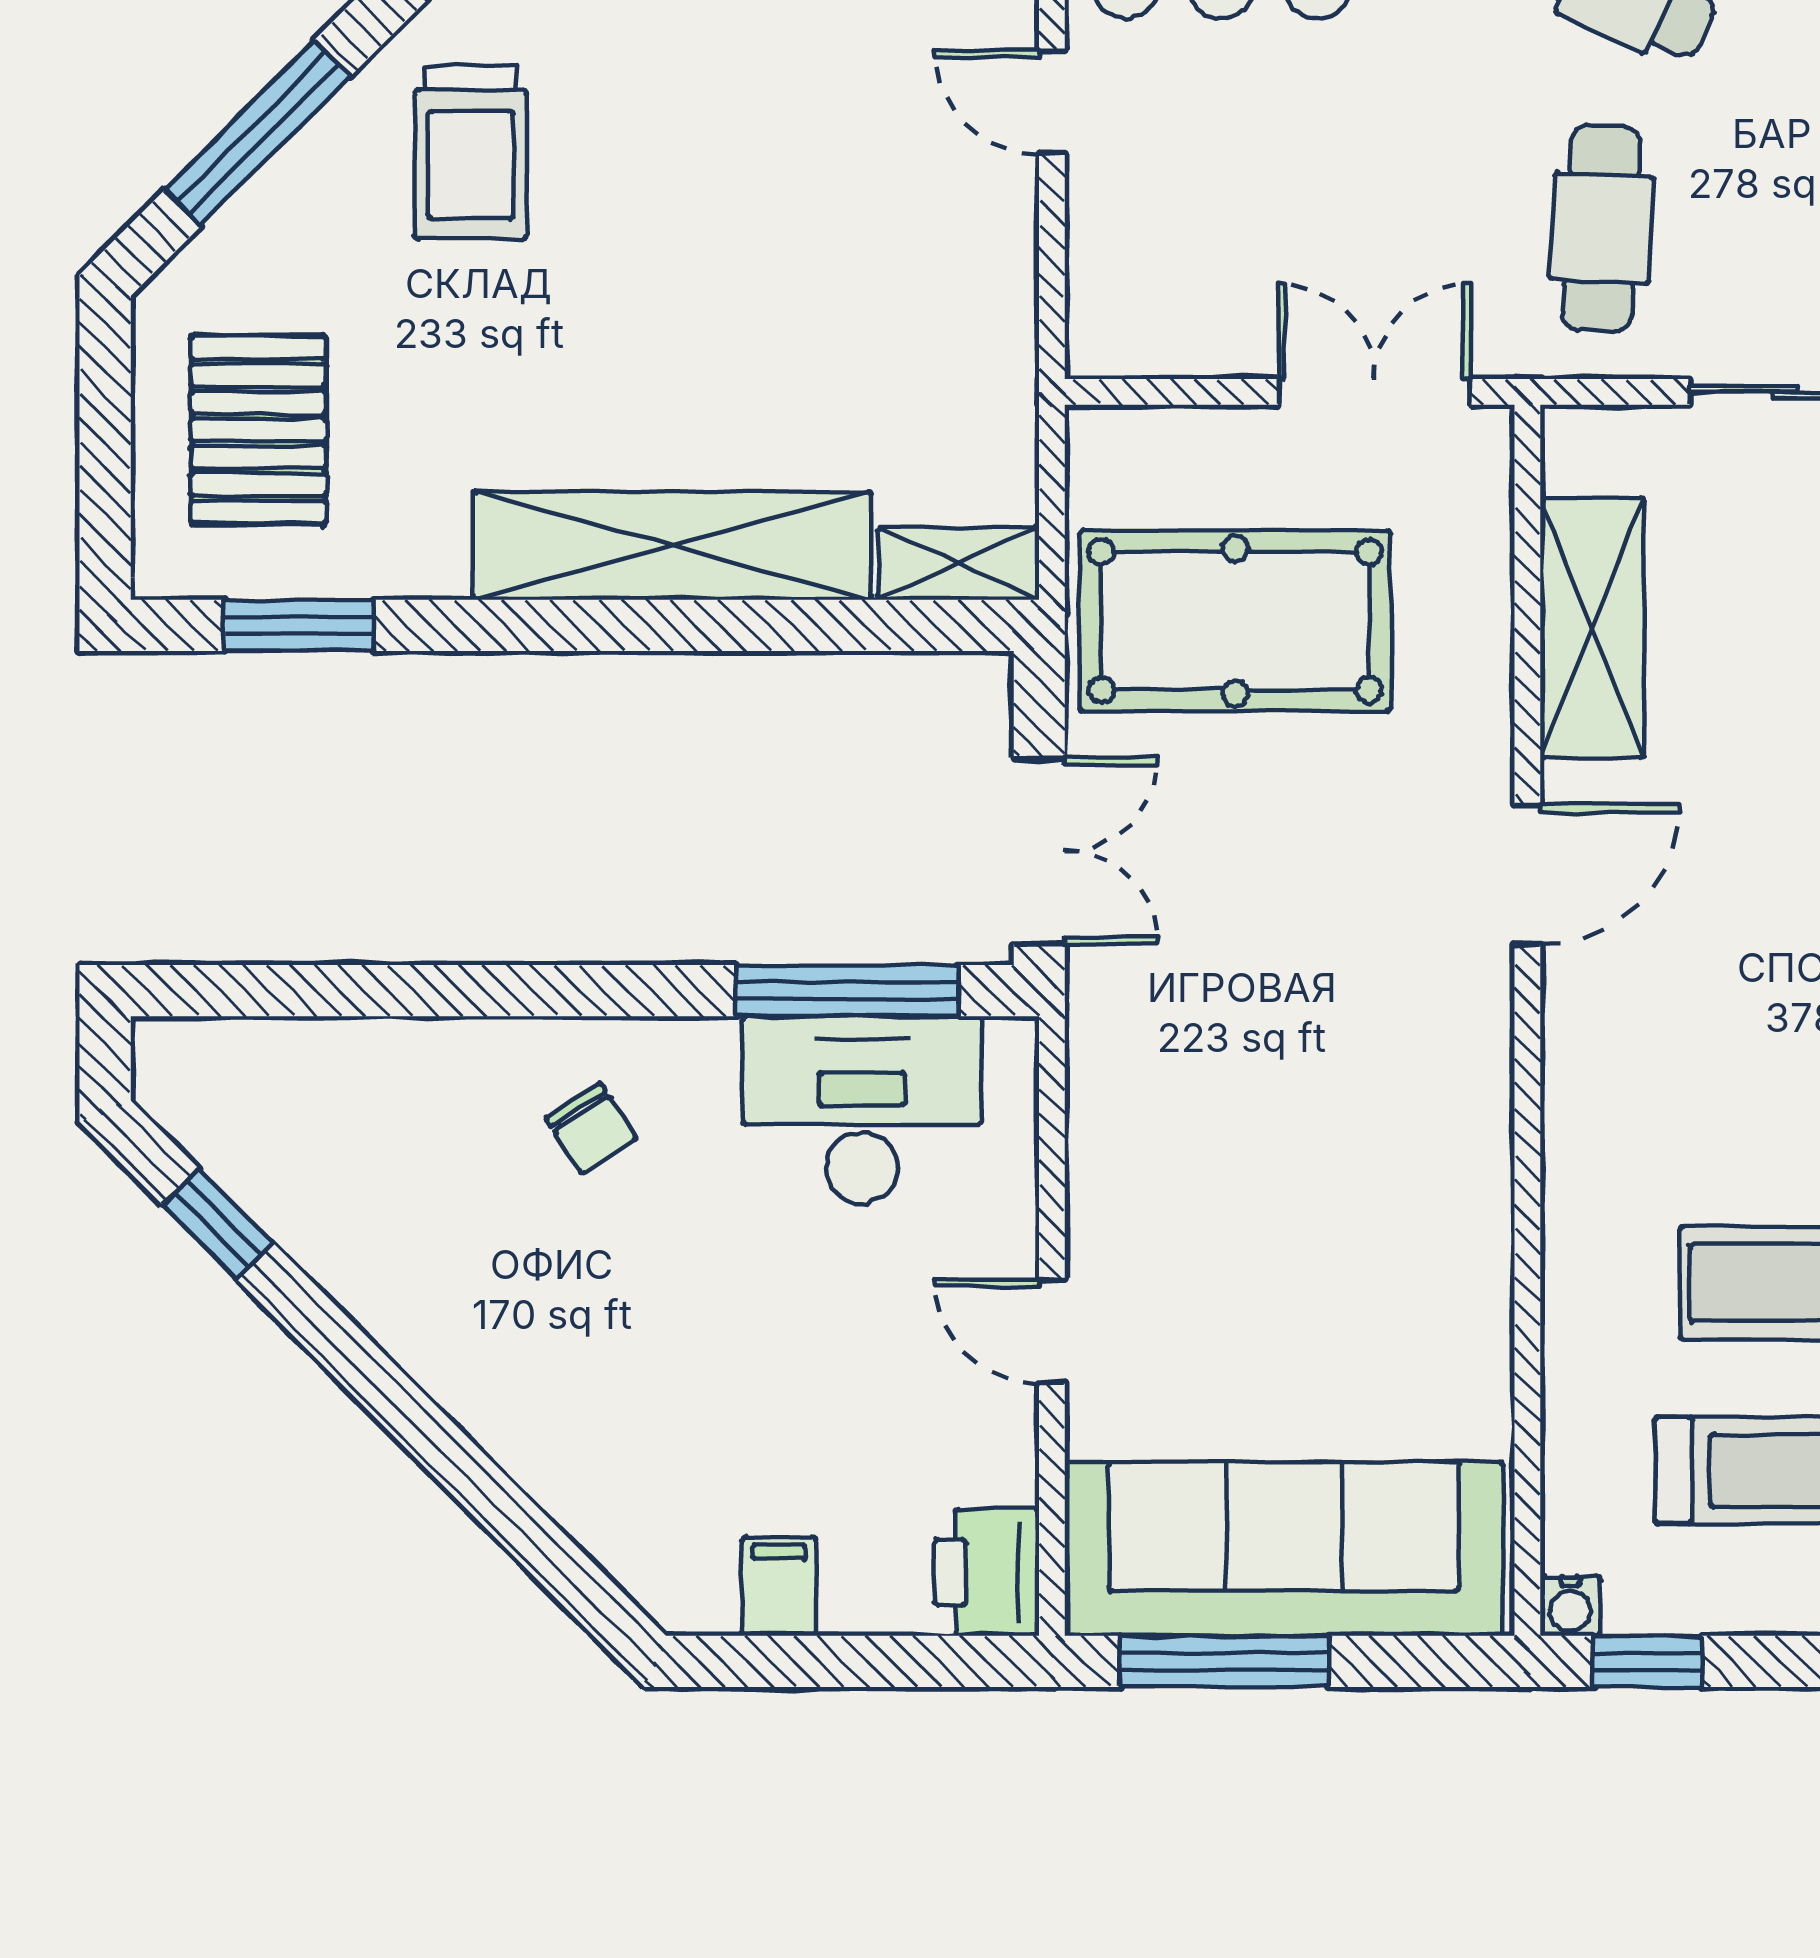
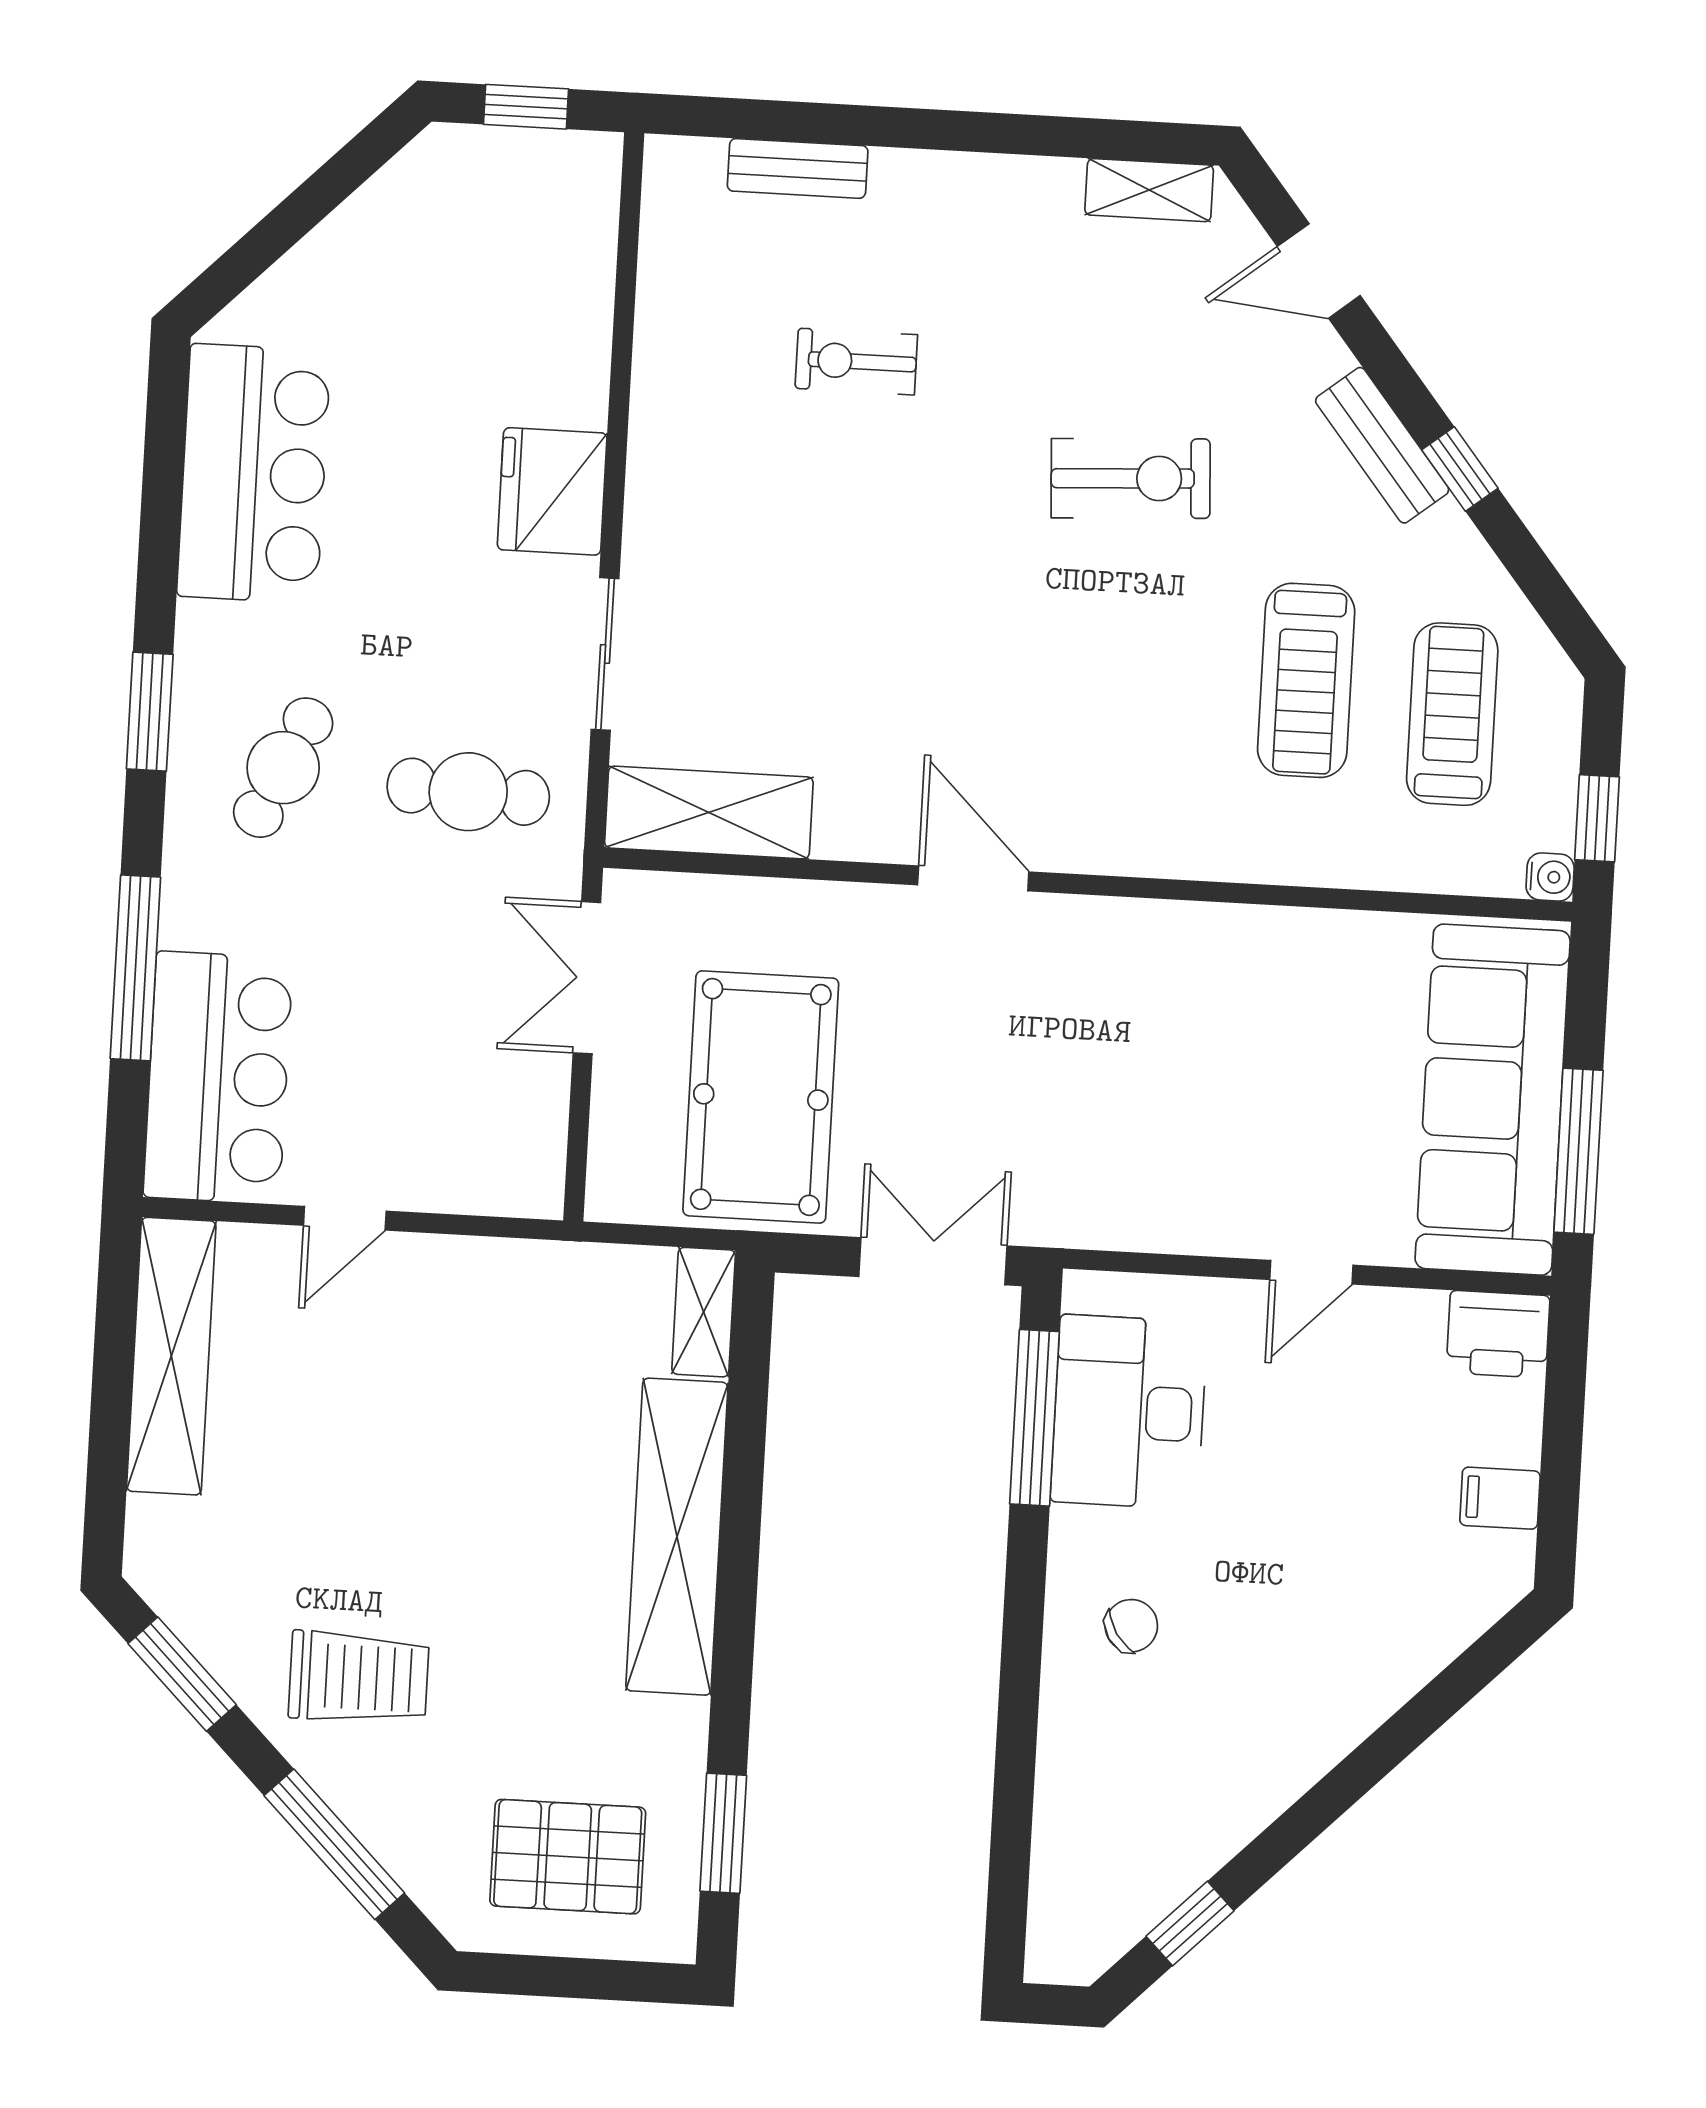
shelving: (1592, 628) -> (709, 812), moved

